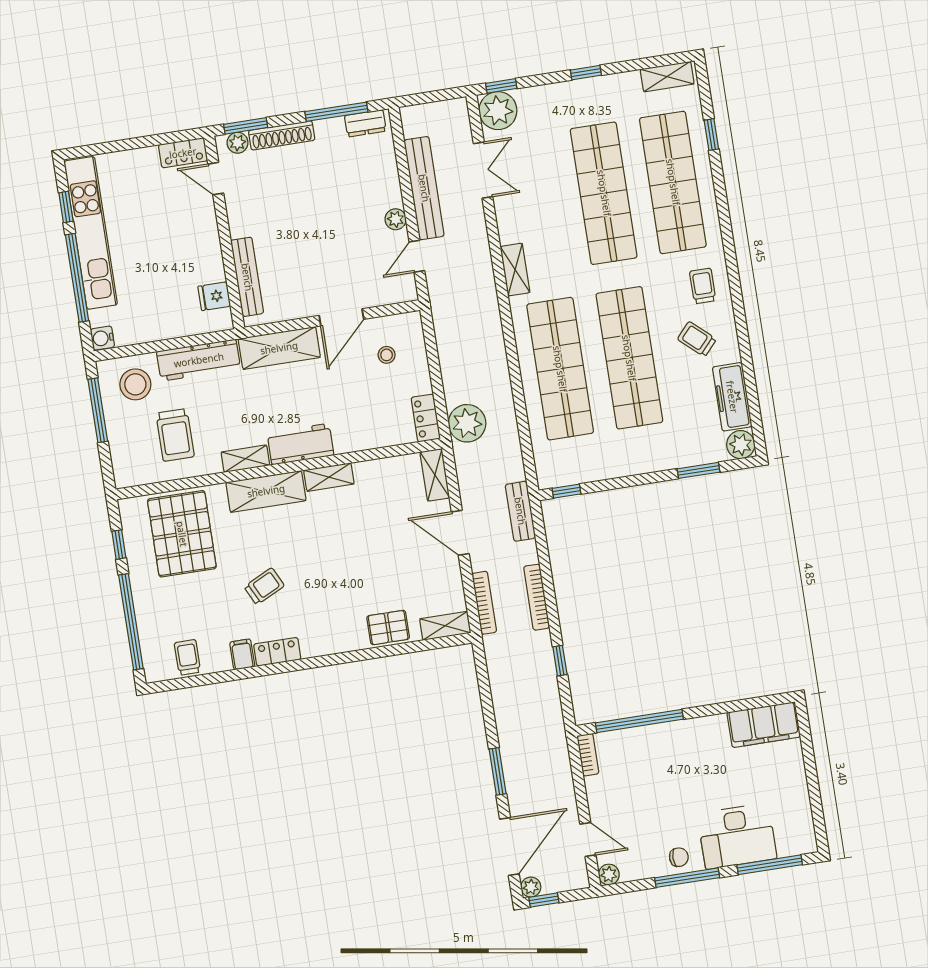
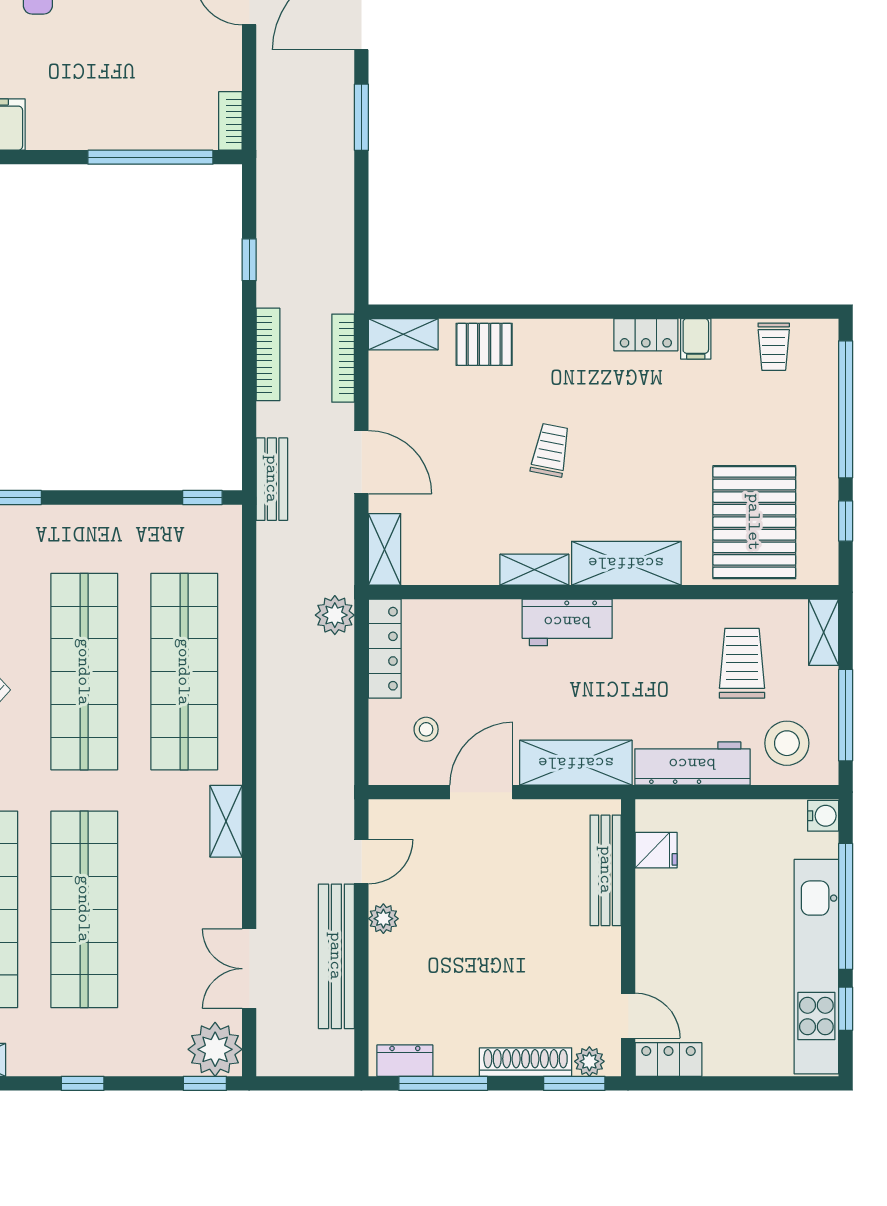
locker: (426, 418) -> (385, 649), width x1.53
plant: (467, 423) -> (335, 615), width x0.73, depth x0.73
shelving: (245, 459) -> (824, 632), moved, turned 90
trolley: (264, 586) -> (550, 450), moved, turned 127

